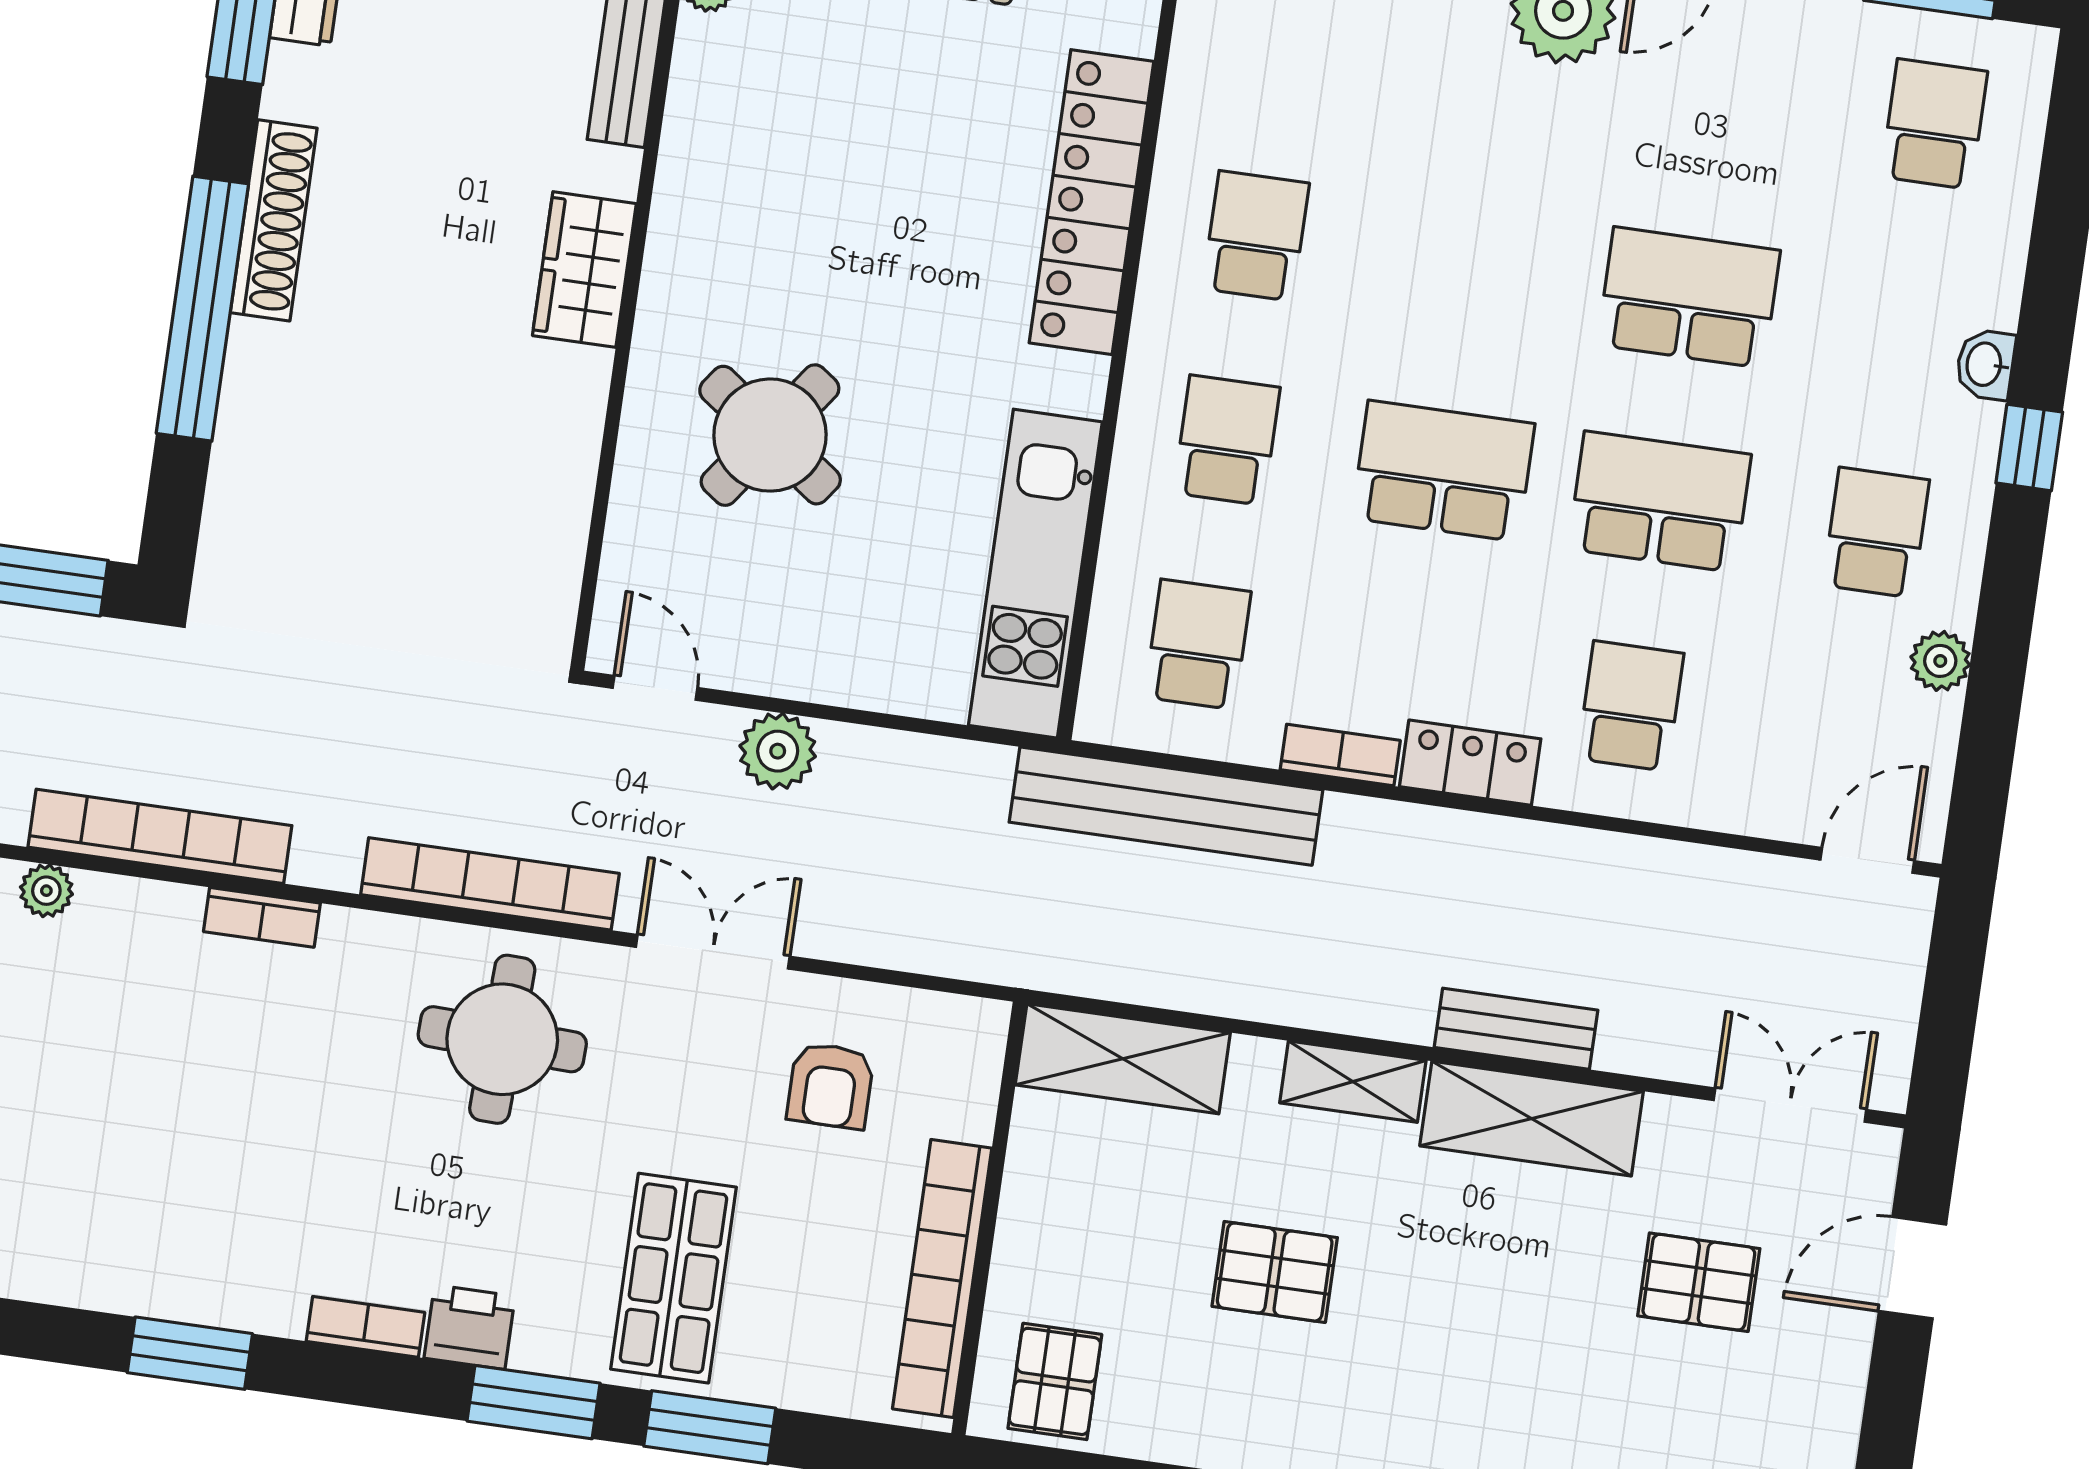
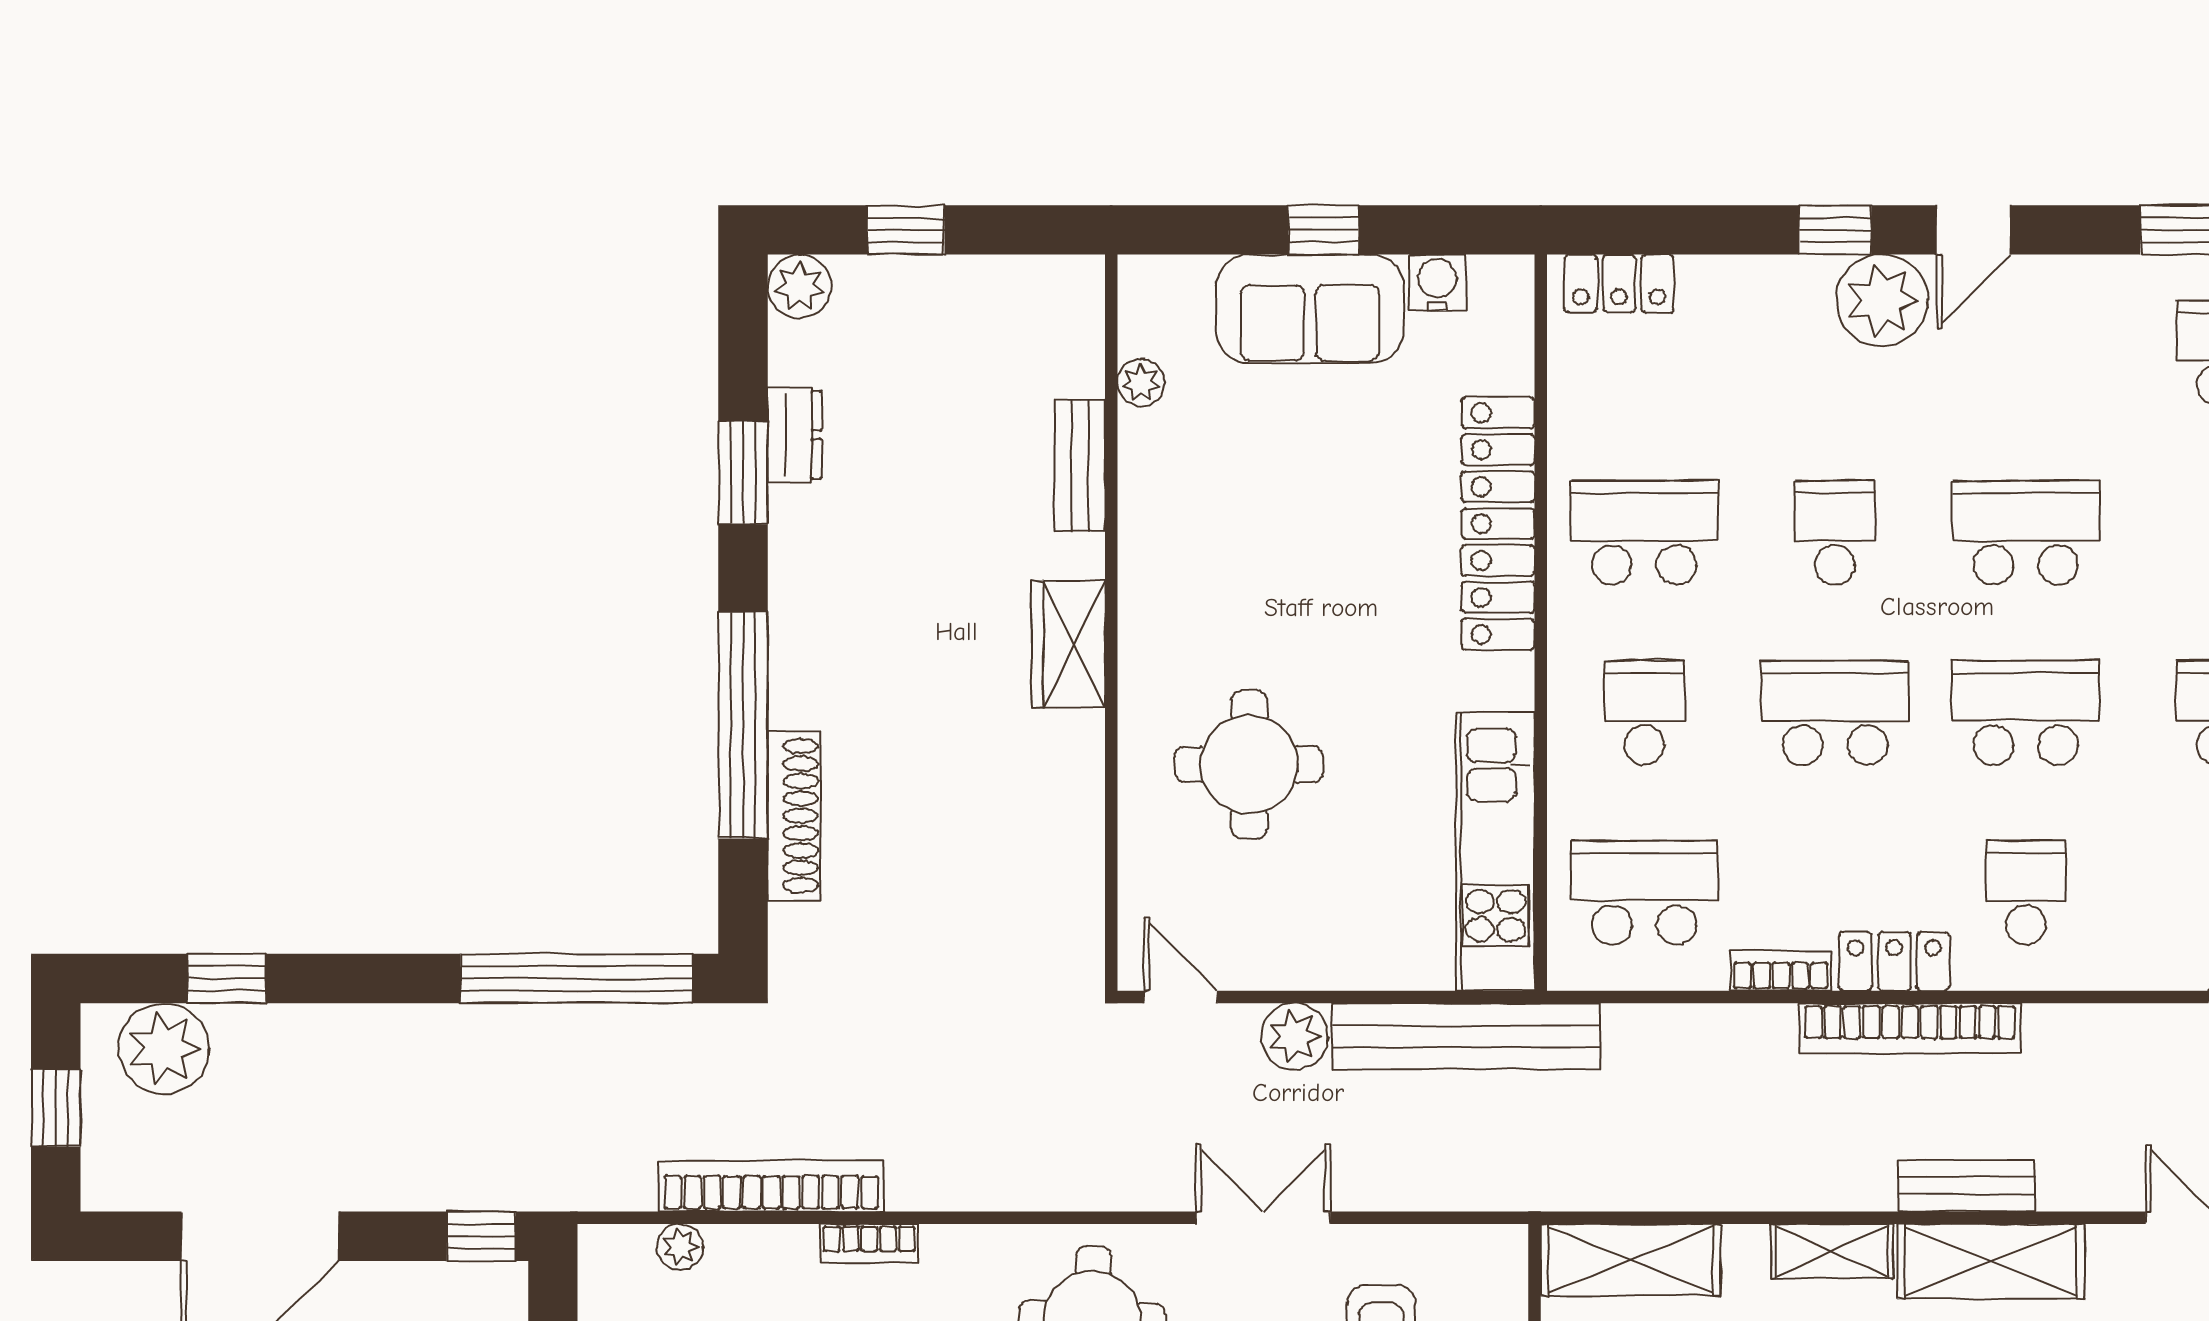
shoe rack: (274, 220) -> (794, 816), moved
school desk: (1256, 236) -> (1644, 533), width x1.85
school desk: (1472, 267) -> (1835, 533), added
round table: (770, 435) -> (1249, 764), turned -36
school desk: (1198, 644) -> (1644, 893), width x1.85
bench: (1166, 806) -> (1466, 1036), moved
bookcase: (490, 884) -> (1910, 1028), moved, turned 180

